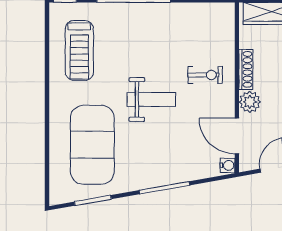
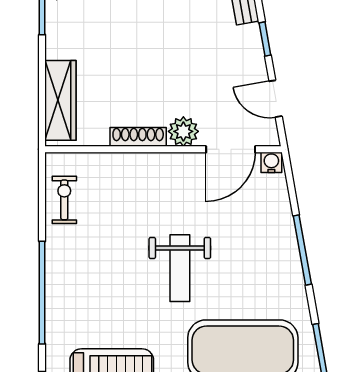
exercise bike: (205, 75) -> (64, 200), moved
weight bench: (151, 99) -> (180, 268), turned 180

